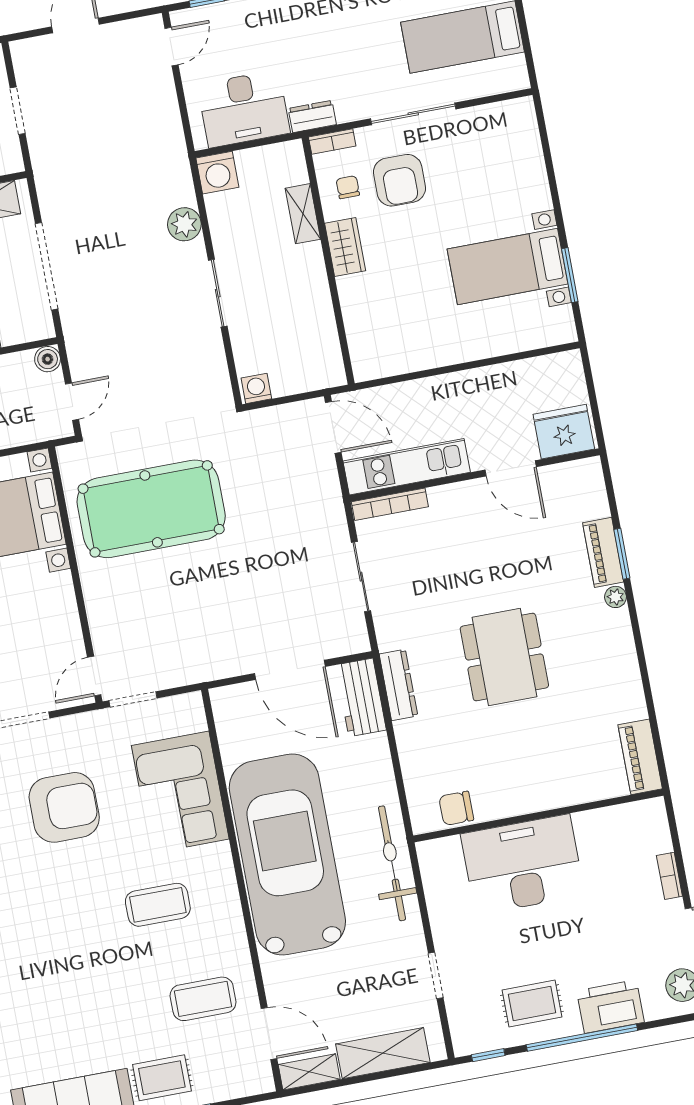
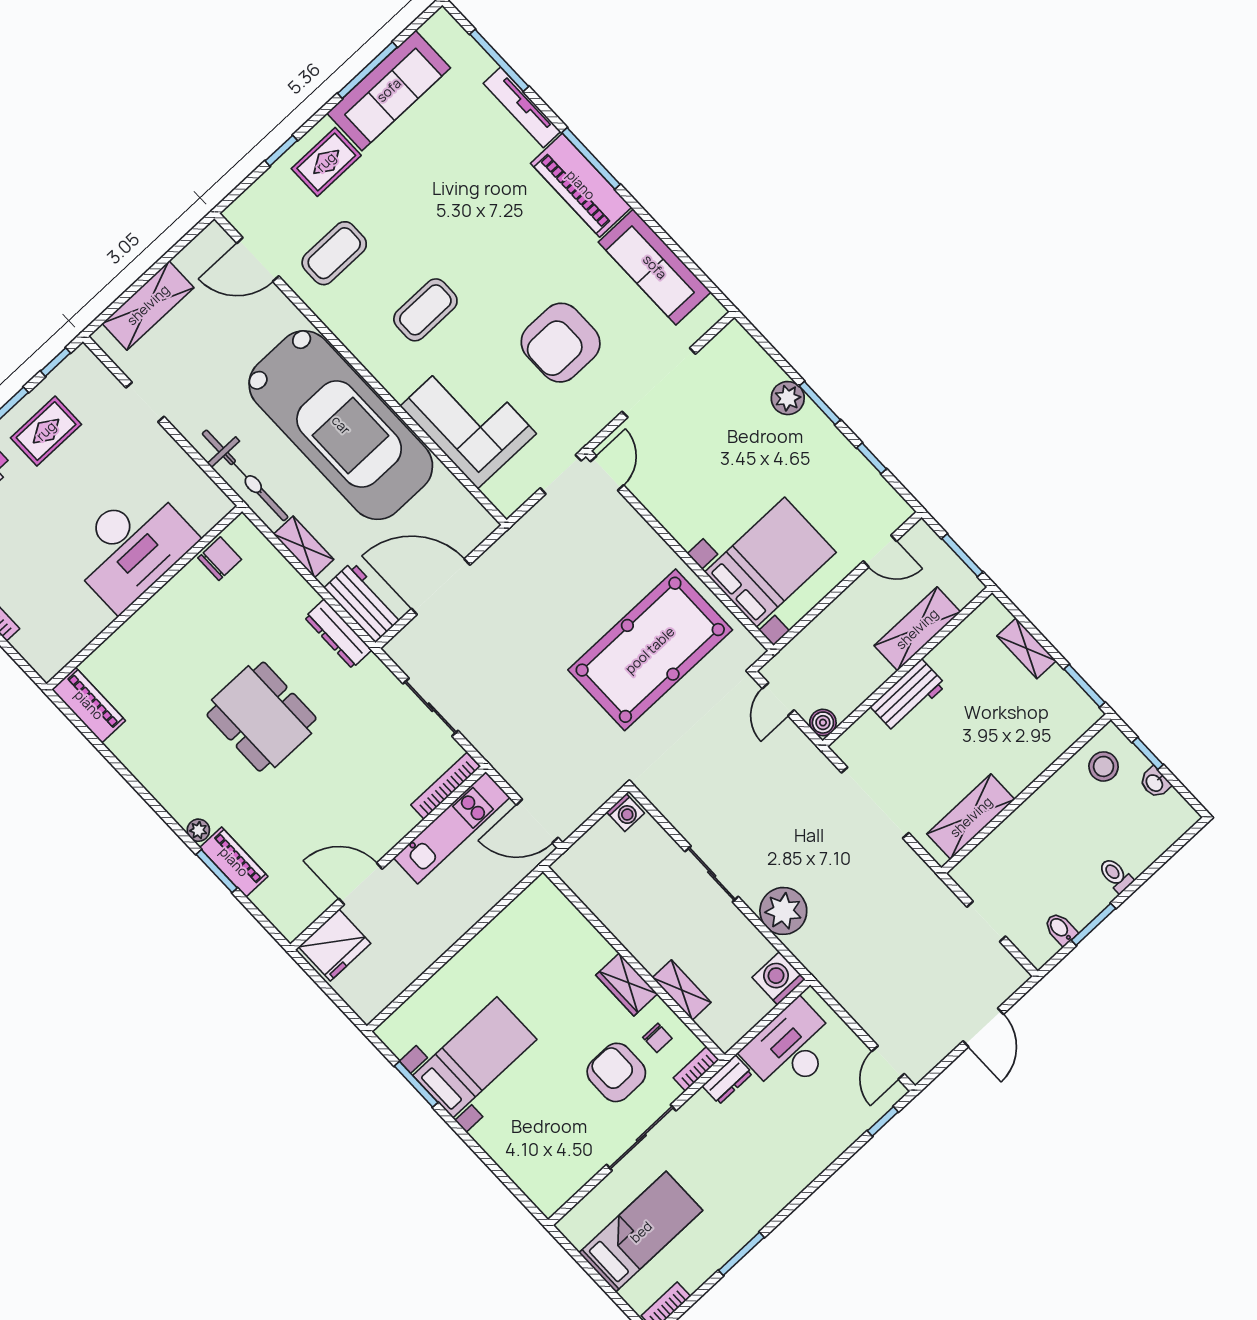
plant: (184, 224) -> (783, 911), width x1.36, depth x1.36
shelving: (309, 1072) -> (304, 547), moved, turned 90

